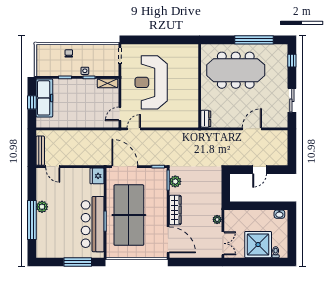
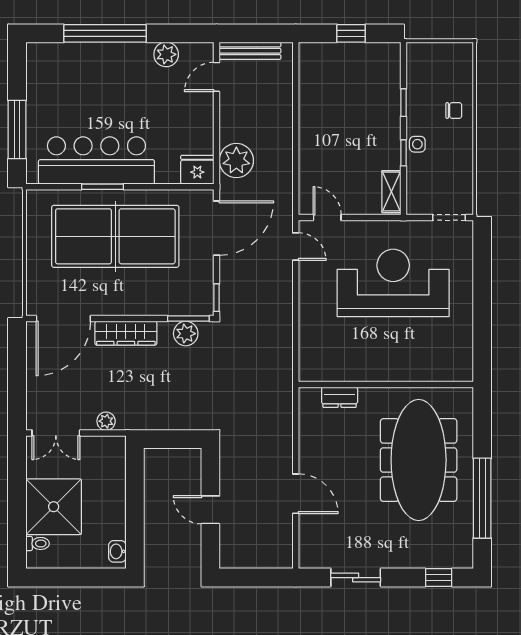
freezer: (44, 98) -> (360, 59), removed
dresser: (206, 119) -> (340, 397), moved
plant: (93, 157) -> (236, 161), added
plant: (42, 207) -> (166, 54), moved

